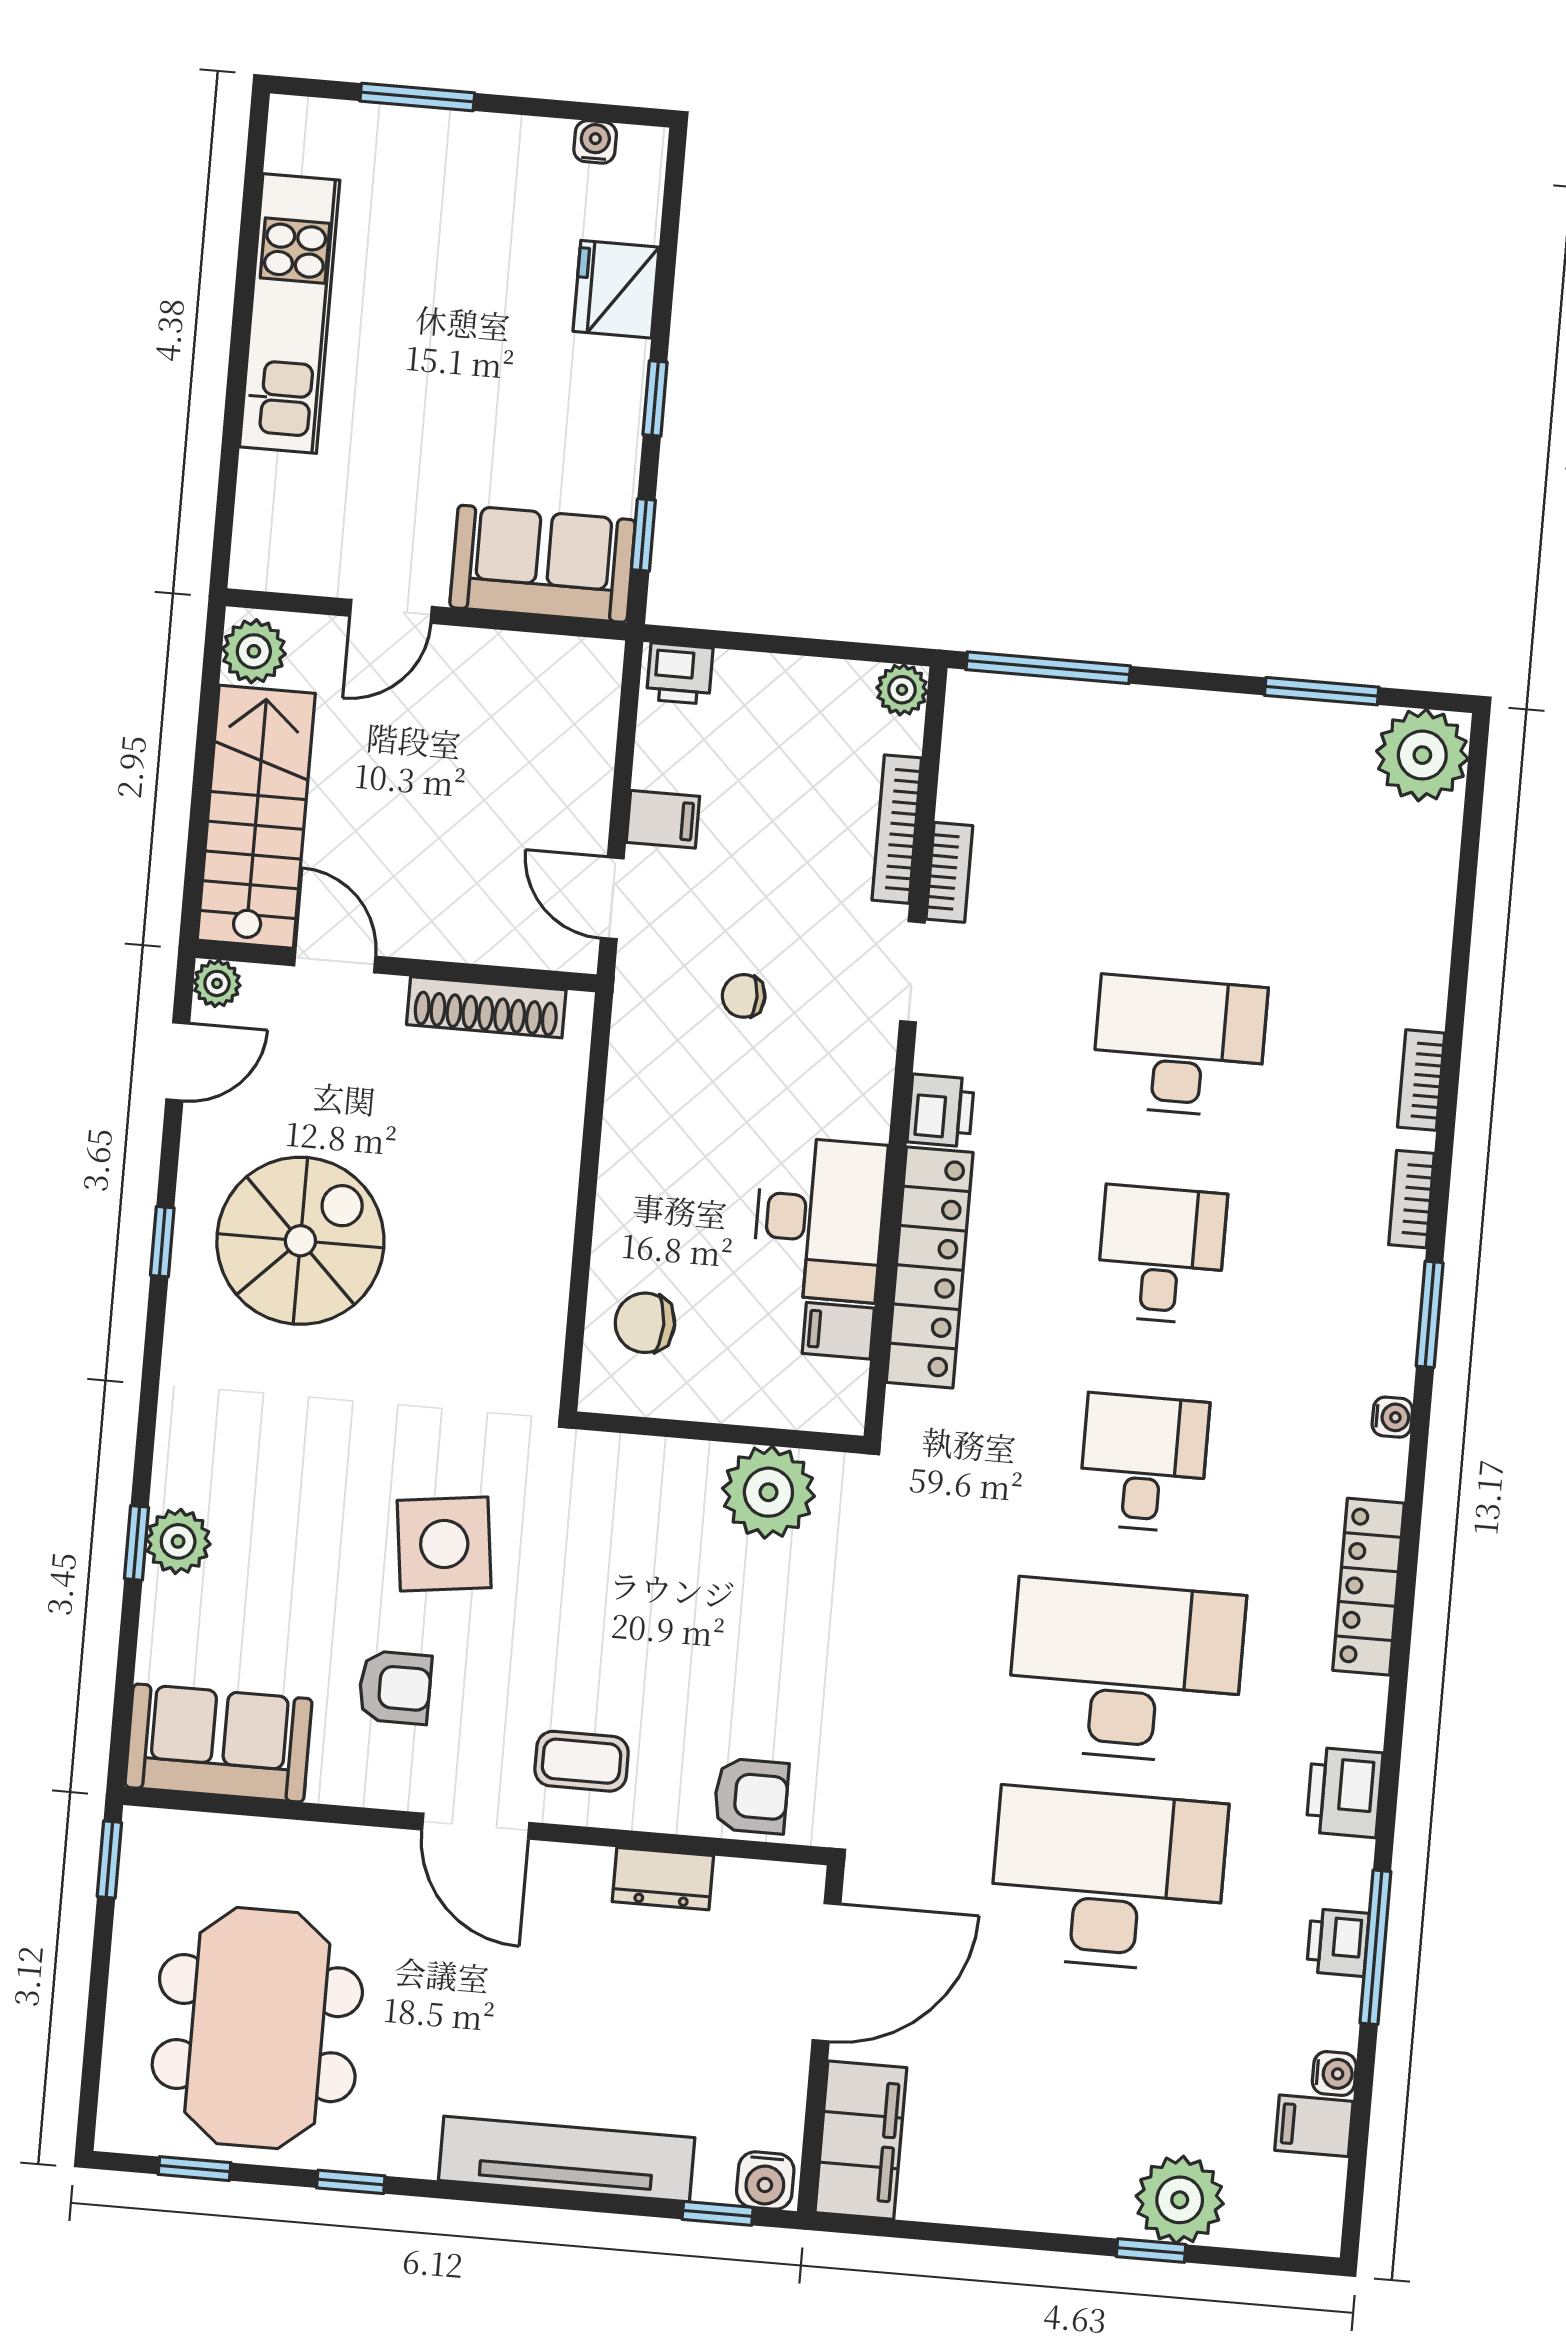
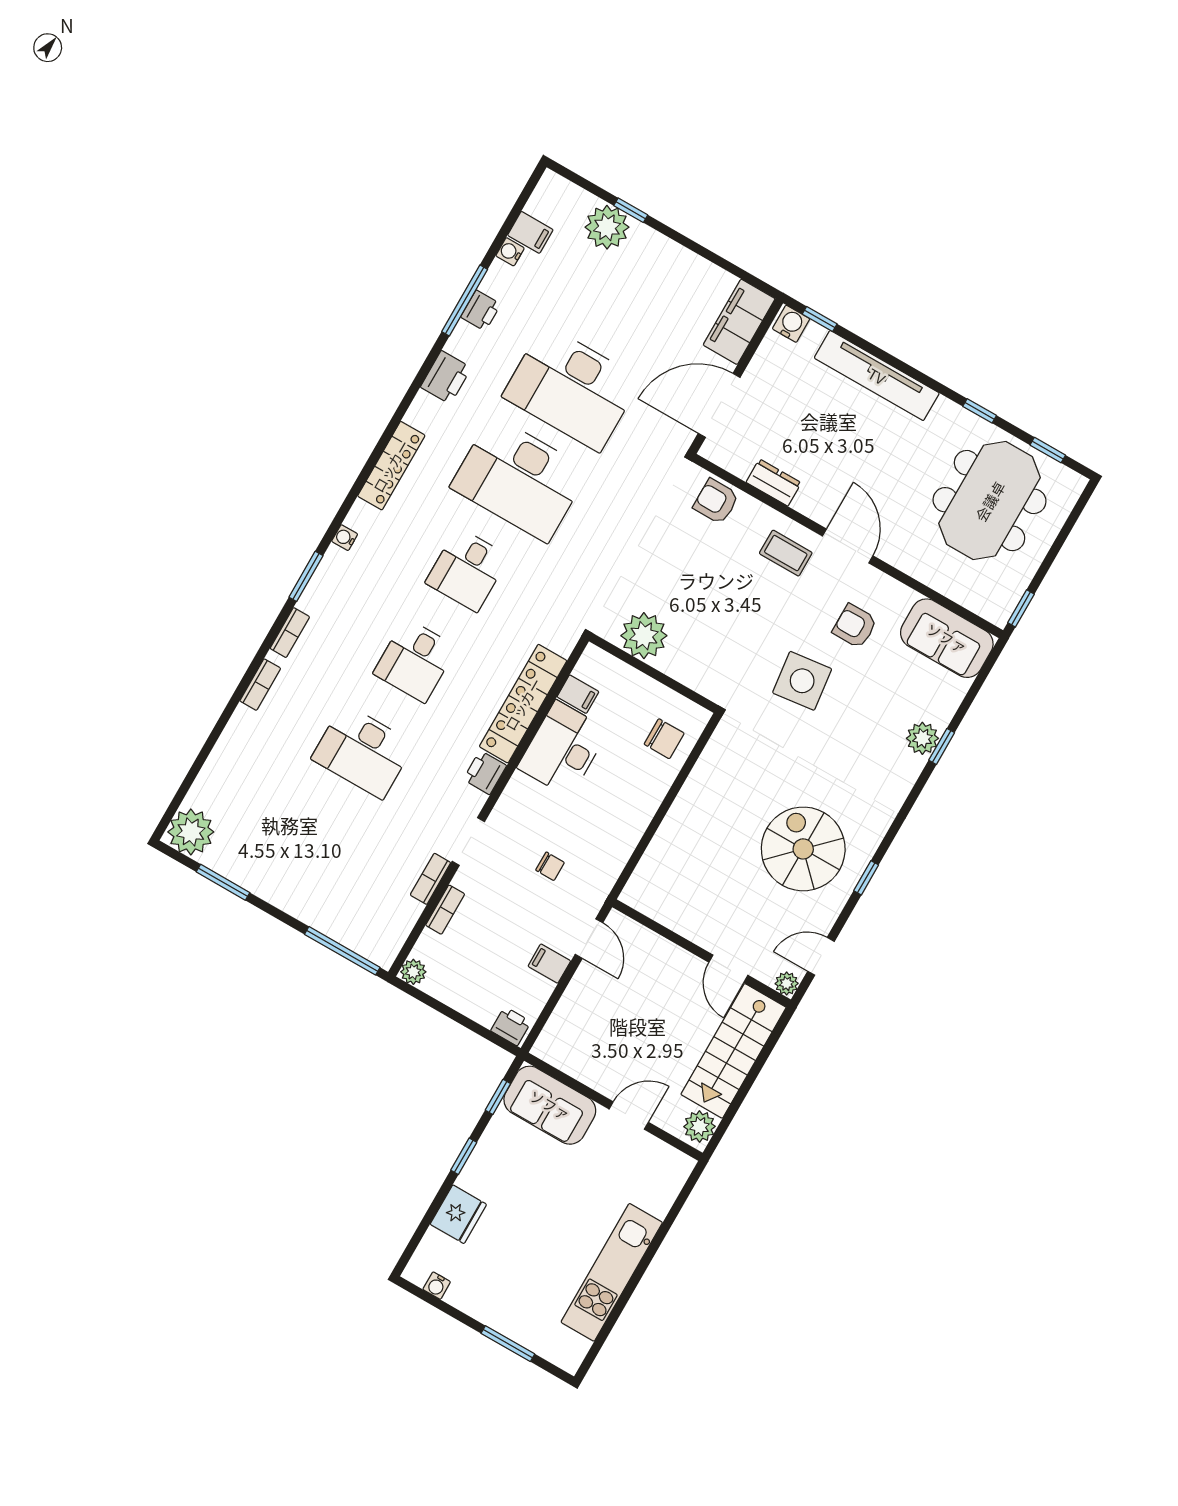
bookcase: (897, 829) -> (445, 910), width x0.64
shoe rack: (486, 1007) -> (669, 916), removed
spiral stairs: (300, 1241) -> (803, 849), turned 90

